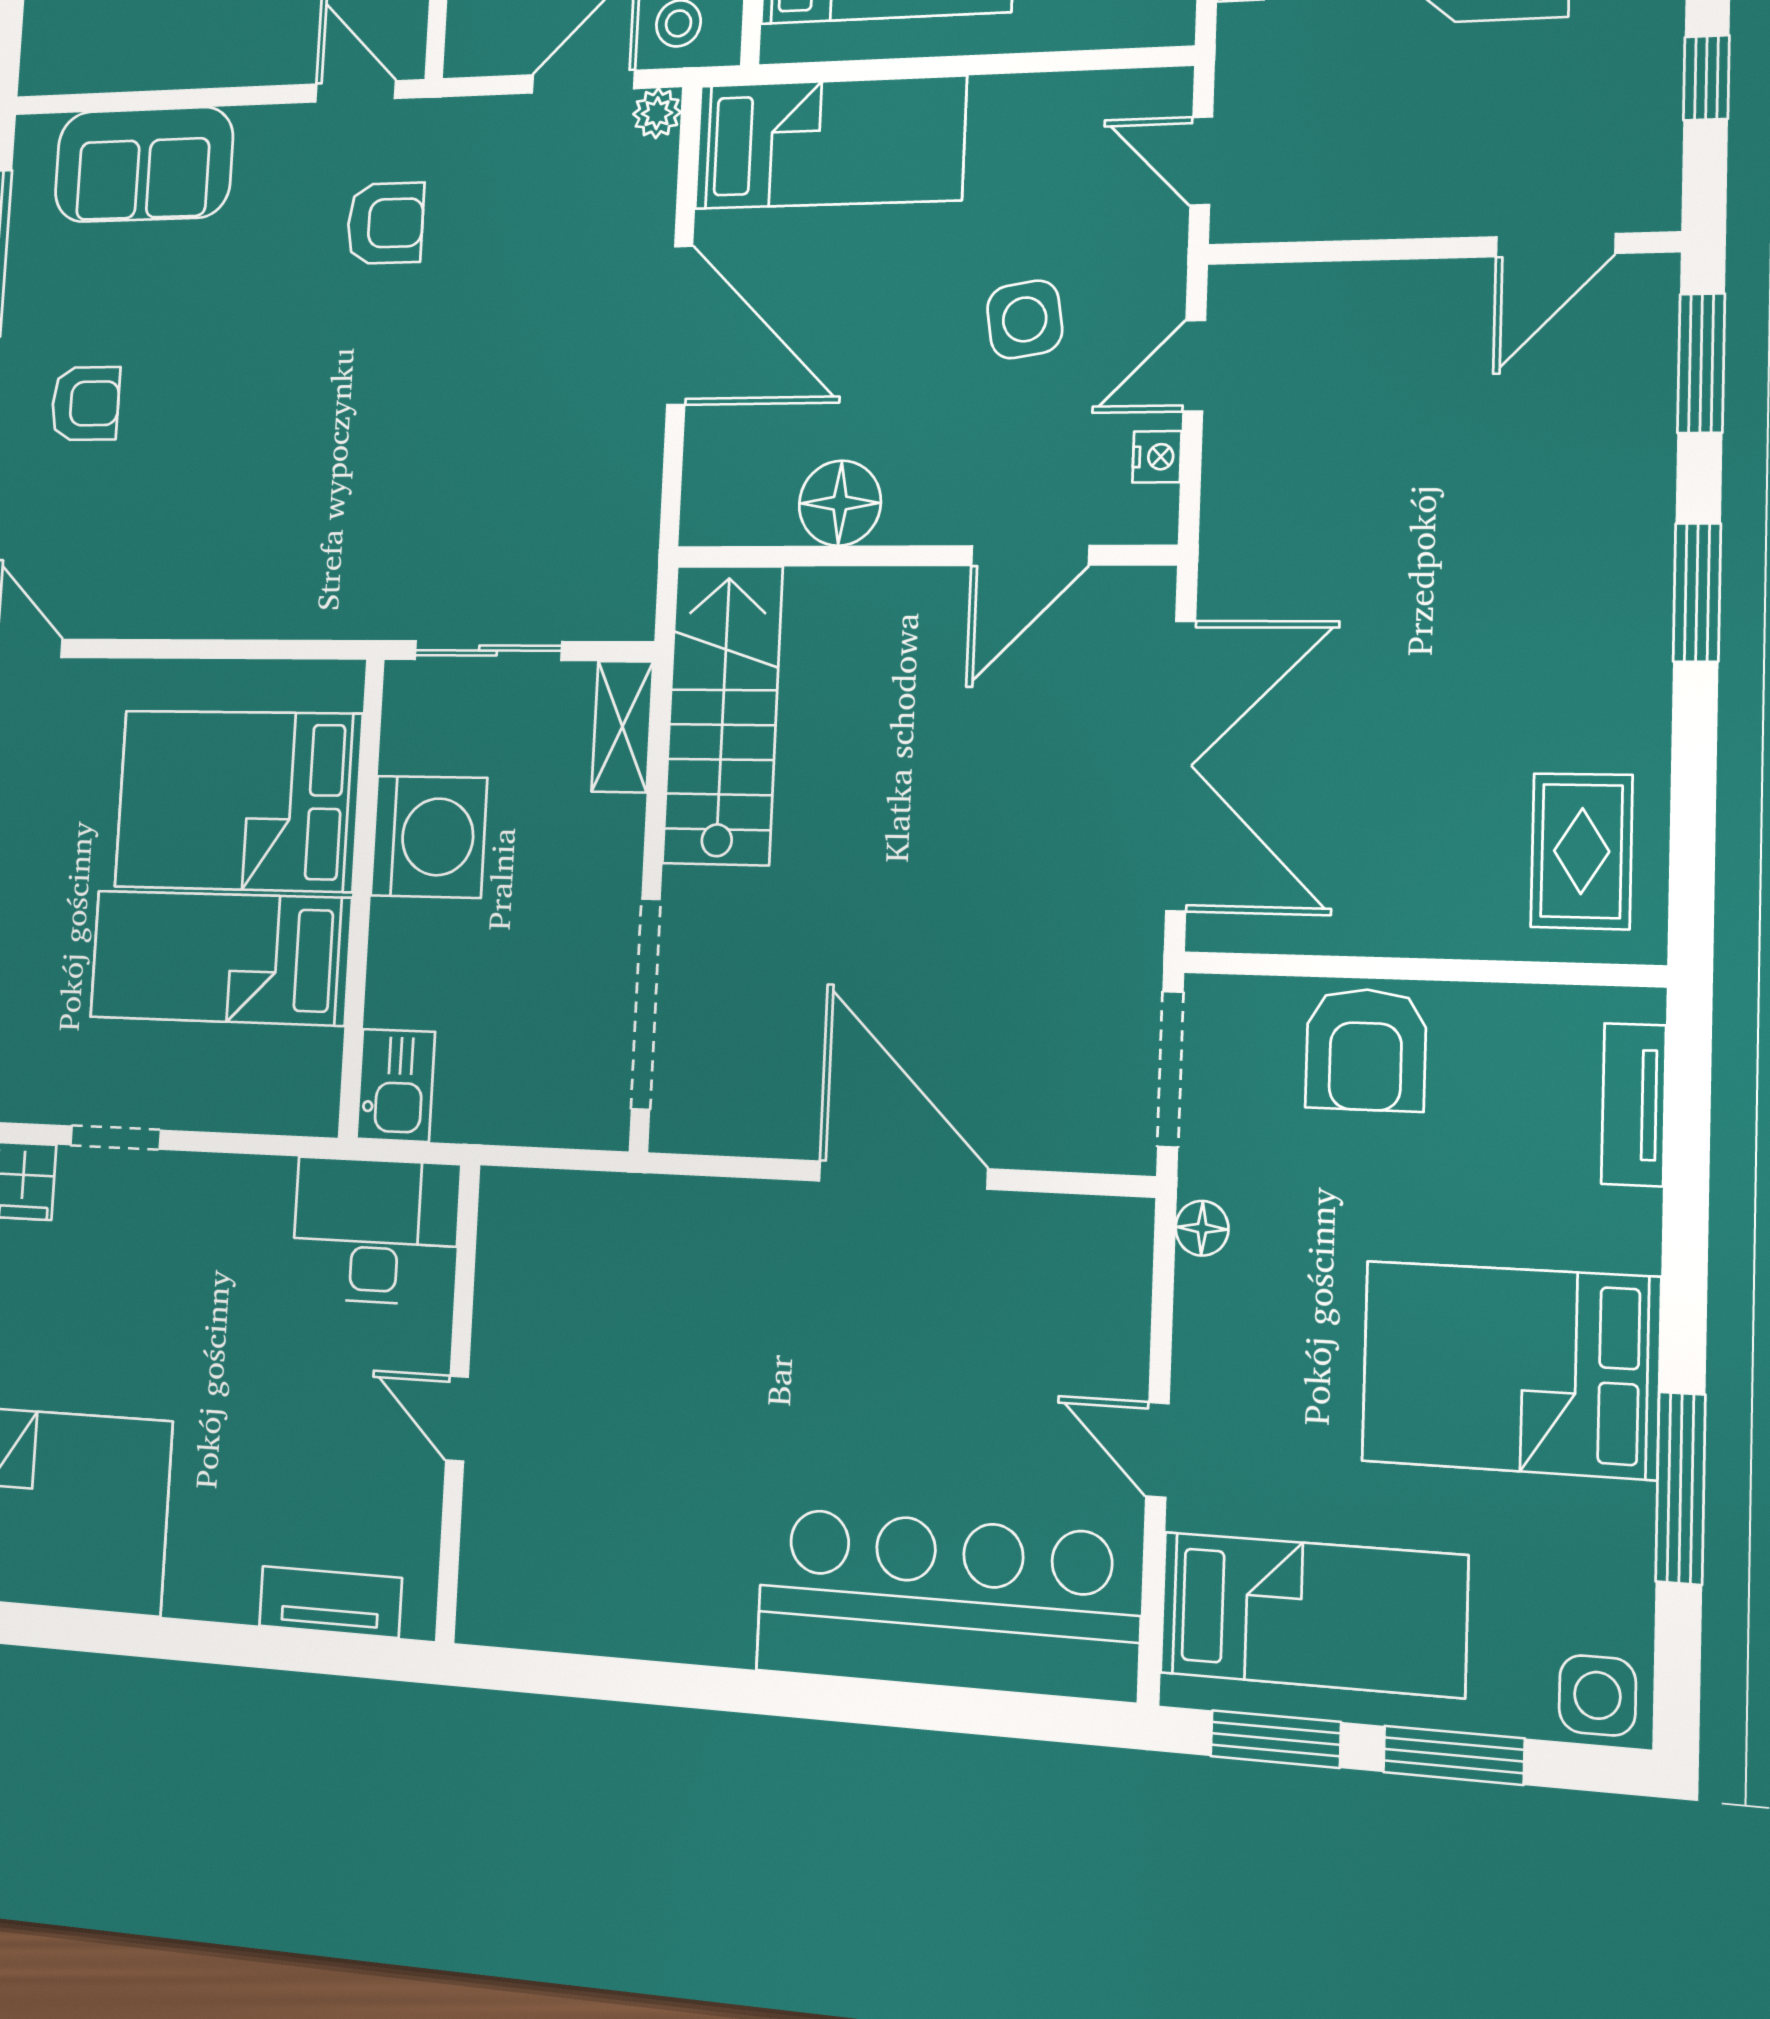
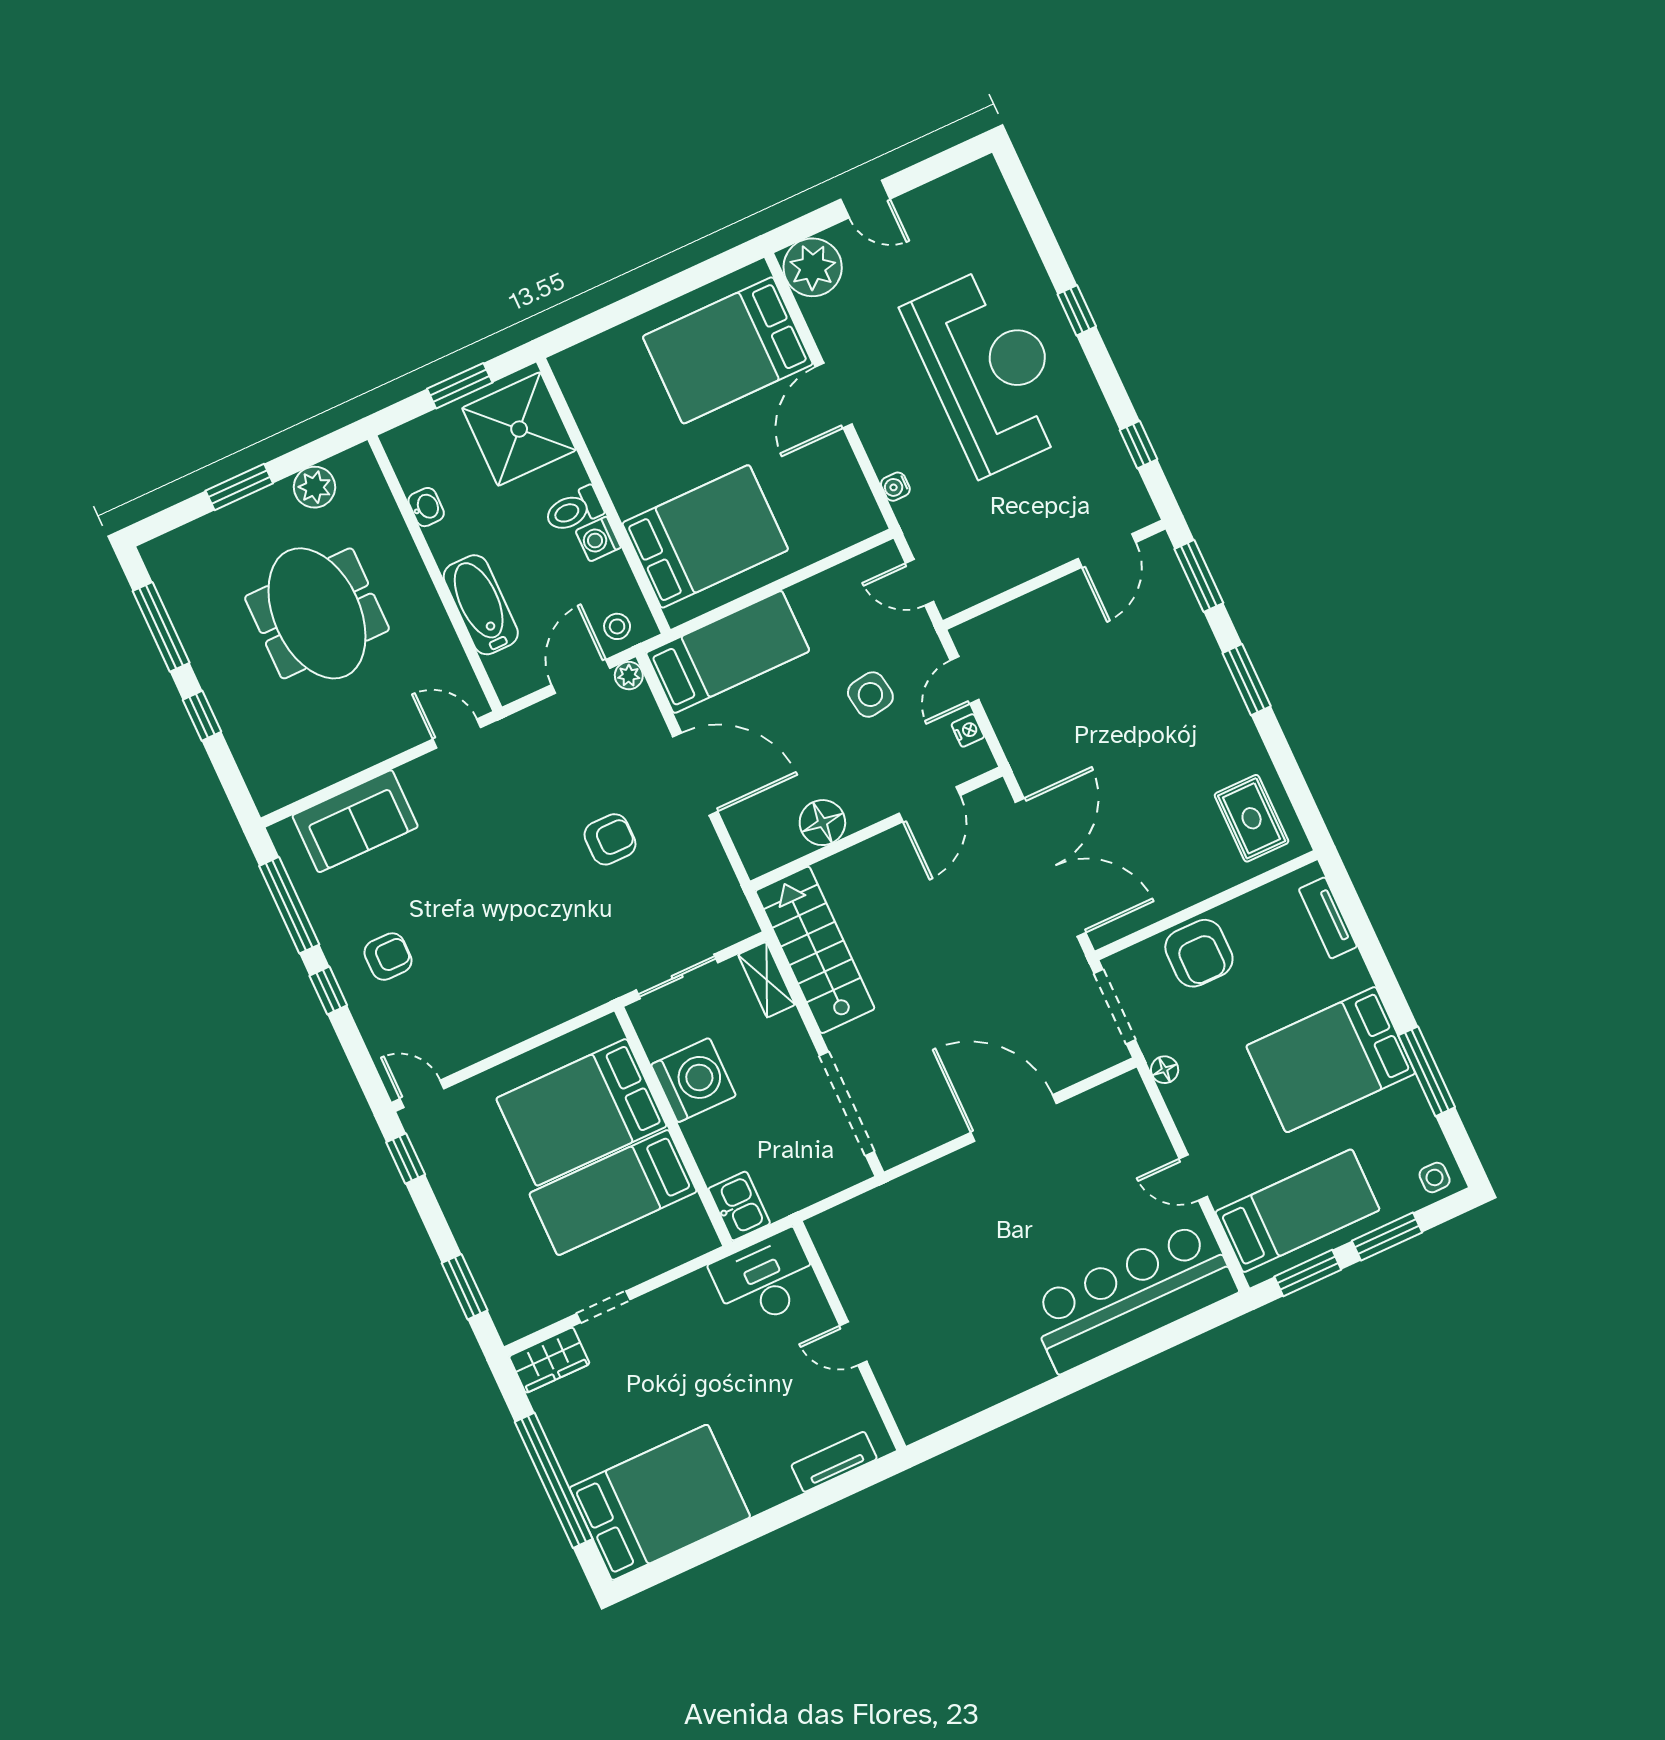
armchair: (385, 223) -> (610, 839), moved
side table: (1597, 1695) -> (1435, 1177), width x0.73, depth x0.73

